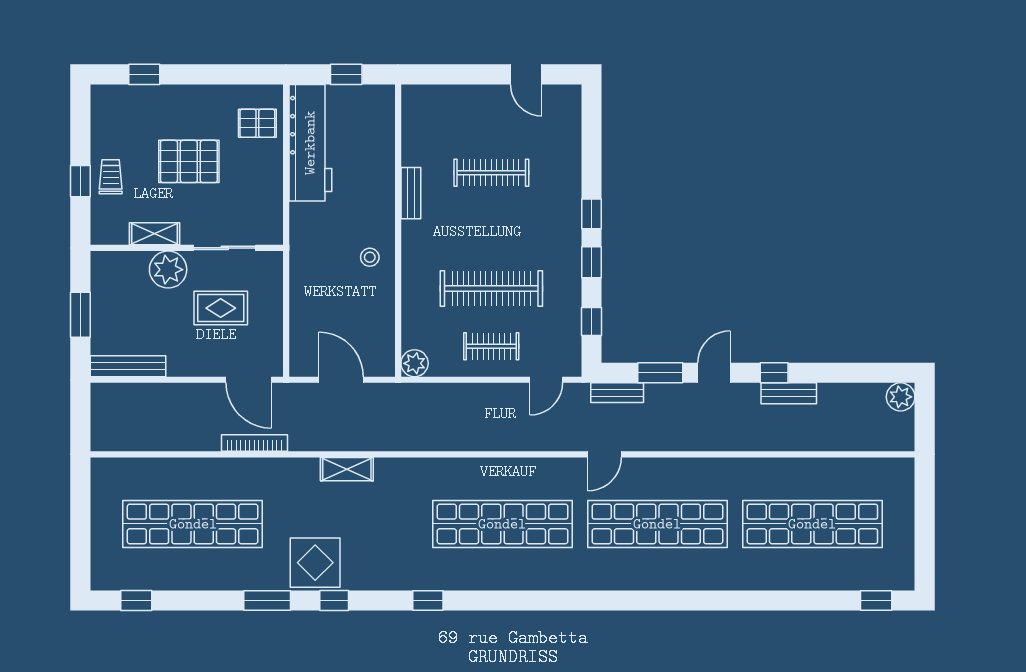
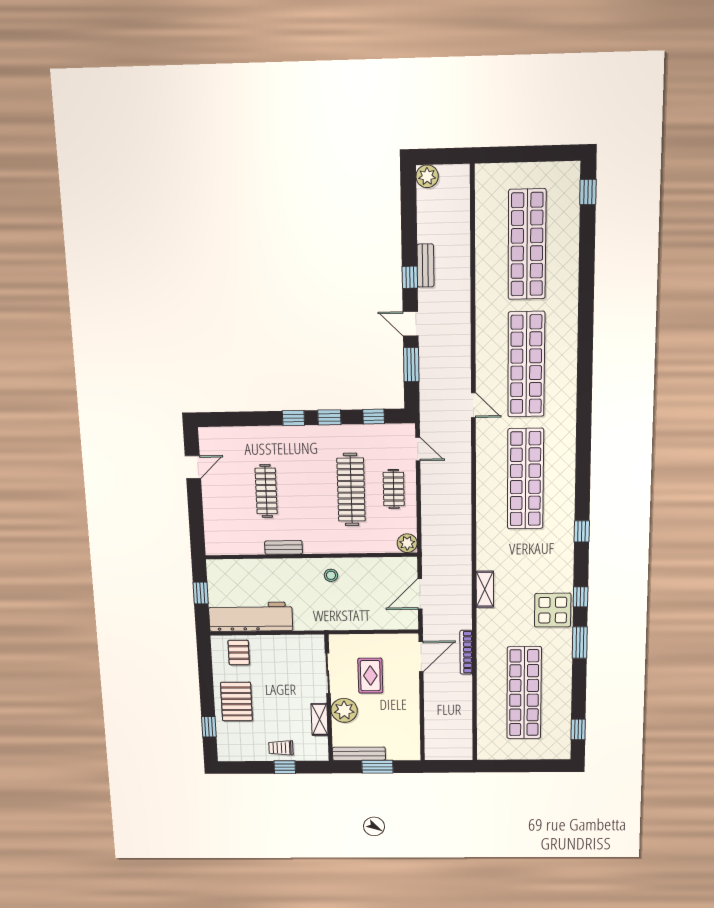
pallet: (189, 161) -> (236, 701), moved
bench: (128, 366) -> (359, 754), moved, turned 90
bench: (617, 393) -> (427, 397), removed

